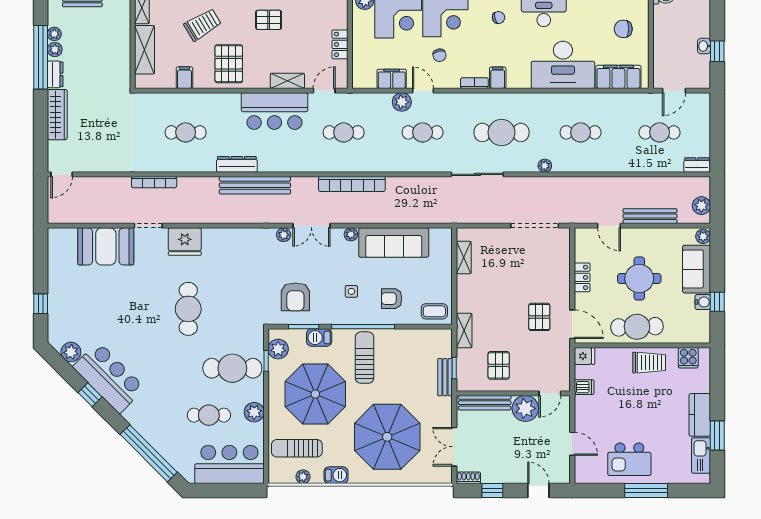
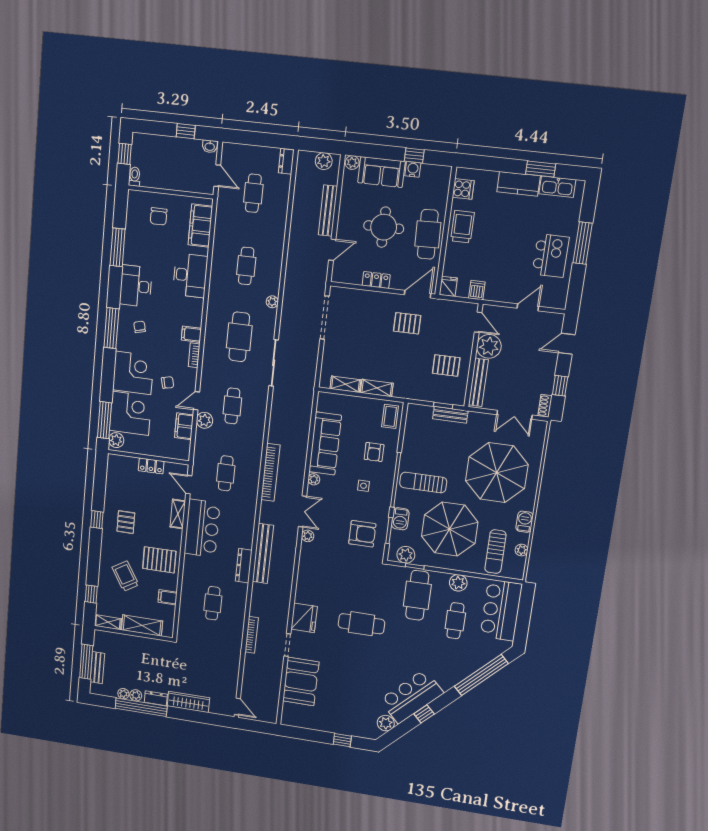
washbasin: (704, 46) -> (210, 146), moved
desk: (563, 65) -> (190, 275), width x0.73, depth x0.77
shelving: (464, 331) -> (377, 388), moved

